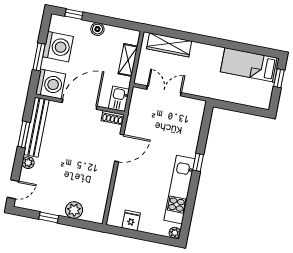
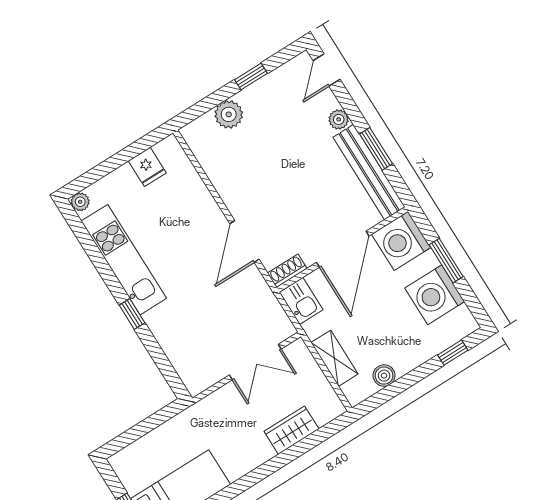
boiler: (97, 29) -> (384, 376), moved
wardrobe: (169, 45) -> (291, 430), width x0.67

